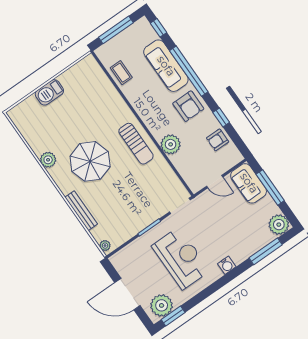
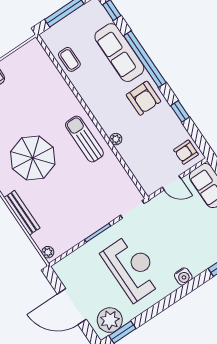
armchair: (218, 140) -> (186, 152), moved
sun lounger: (136, 144) -> (84, 139), turned 180
plant: (171, 144) -> (116, 139), width x0.53, depth x0.53

